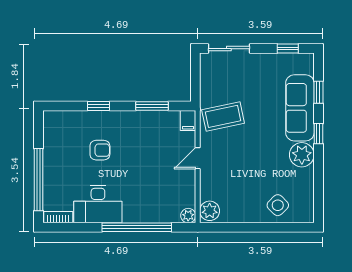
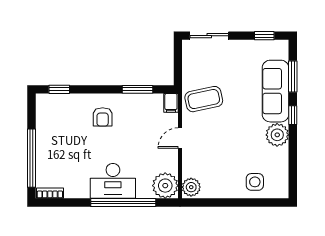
window: (318, 92) -> (293, 77), width x1.50
window: (98, 106) -> (59, 89), moved
armchair: (100, 150) -> (103, 117), moved, turned 90
desk: (98, 204) -> (113, 181), moved
side table: (278, 205) -> (255, 182), turned 45
plant: (188, 216) -> (165, 186), width x1.87, depth x1.87

